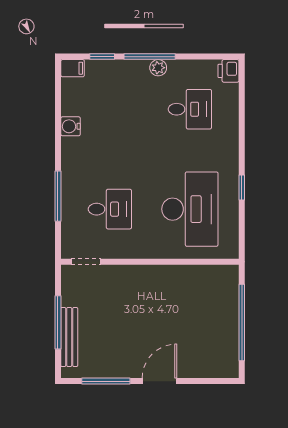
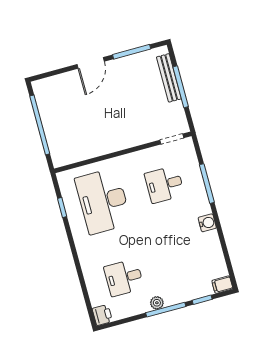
water cooler: (71, 126) -> (207, 223), moved
window: (242, 187) -> (62, 208), moved

